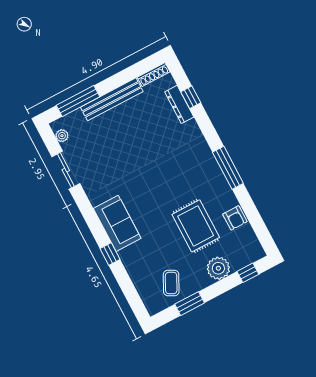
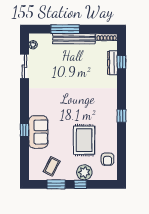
window: (78, 101) -> (65, 29), moved
window: (228, 168) -> (121, 116), width x0.46
armchair: (235, 218) -> (108, 159), moved
sofa: (117, 223) -> (38, 132), moved
window: (248, 273) -> (80, 184), moved

